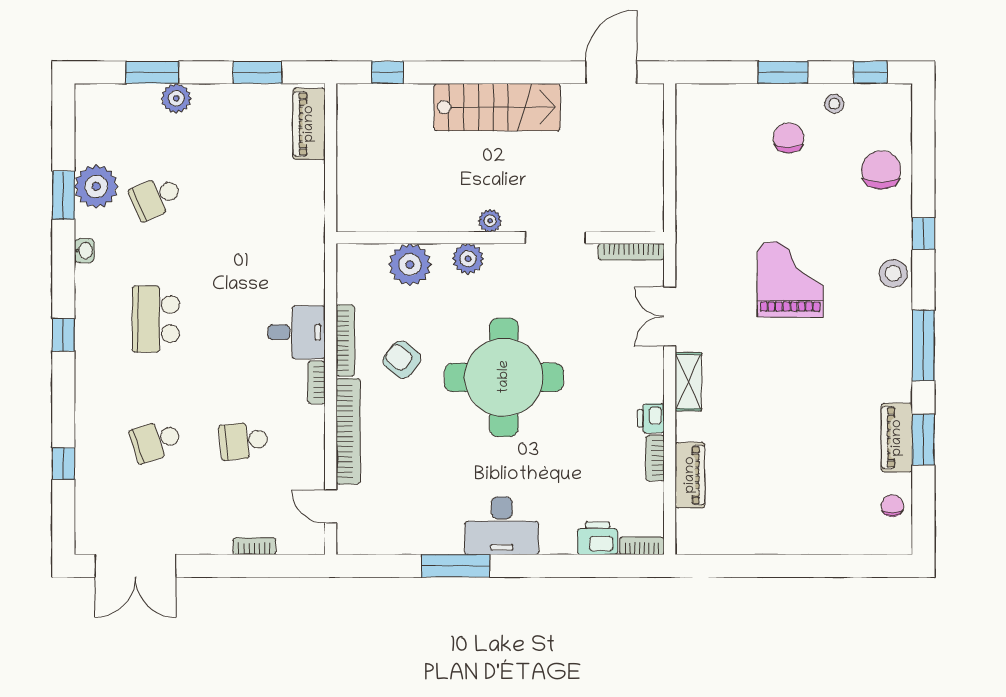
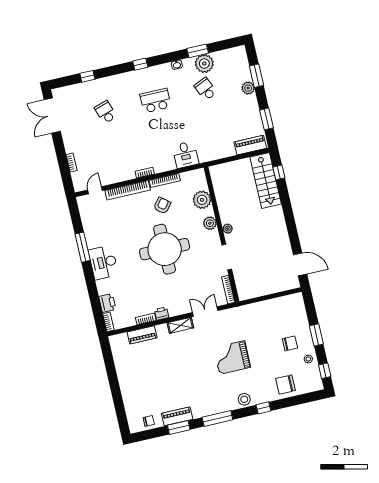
stairs: (497, 107) -> (266, 181), moved
chair: (881, 170) -> (286, 385), turned 180
grand piano: (790, 279) -> (232, 357), turned 180
desk: (297, 332) -> (185, 155), moved
school desk: (244, 441) -> (114, 148), removed

